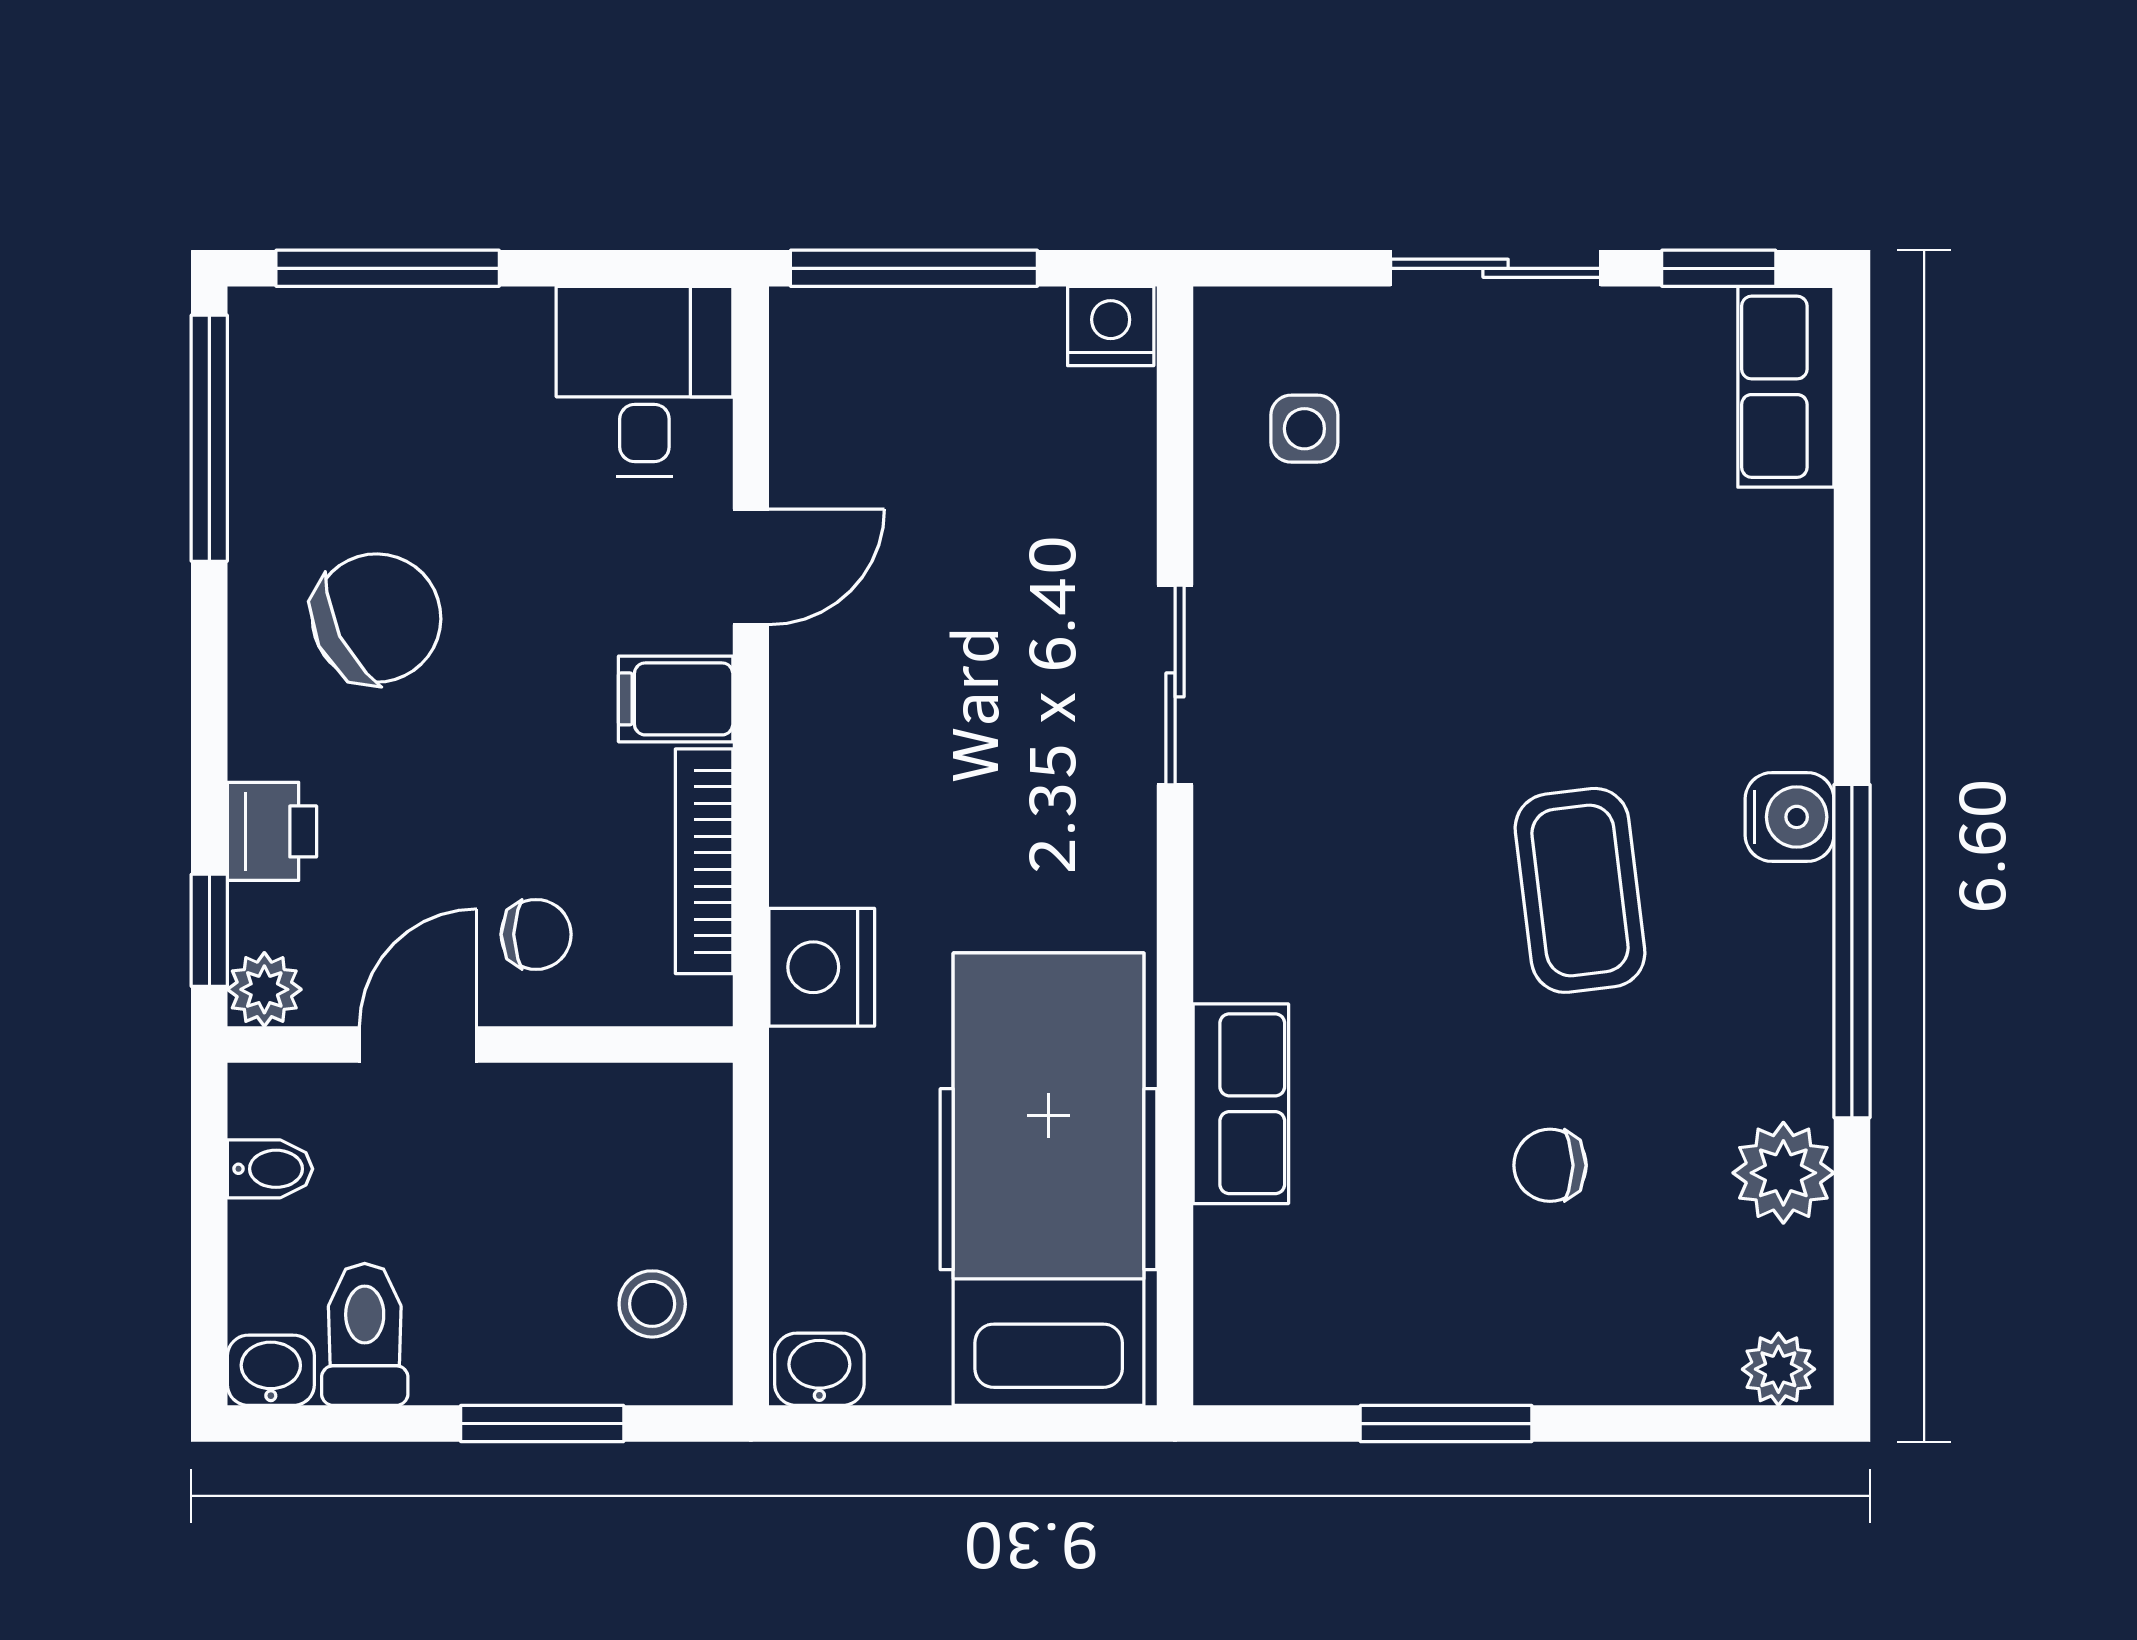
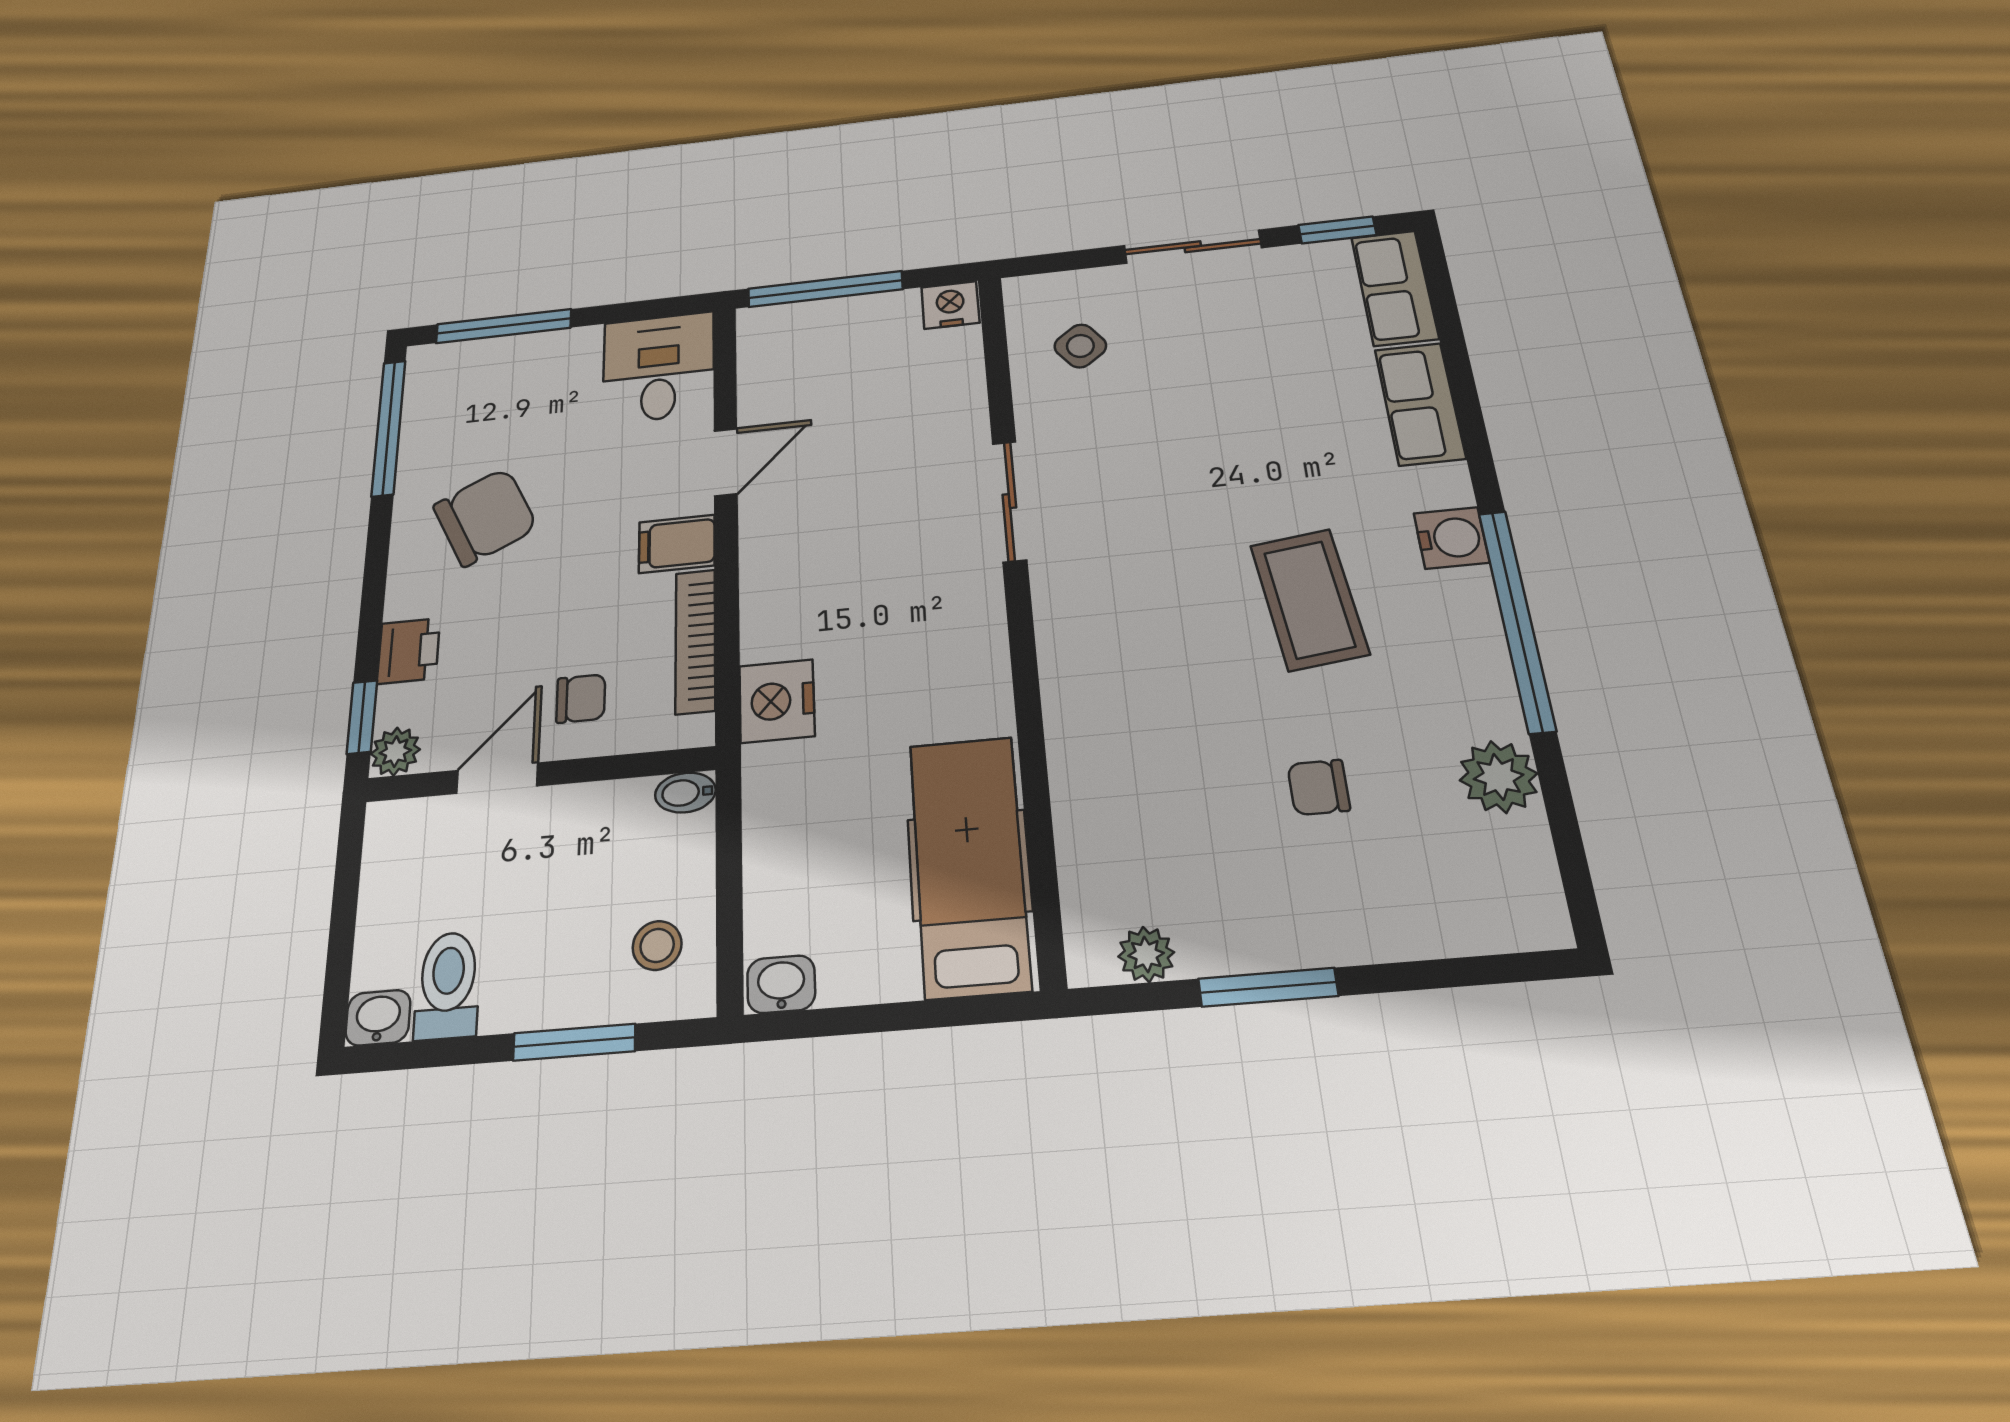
side table: (1304, 429) -> (1080, 346), turned -37
row of seats: (1241, 1104) -> (1420, 404), moved, turned 180
bidet: (270, 1169) -> (685, 793), moved, turned 180
hospital bed: (1049, 1179) -> (969, 865), width x0.73, depth x0.78
plant: (1778, 1369) -> (1146, 954), moved

